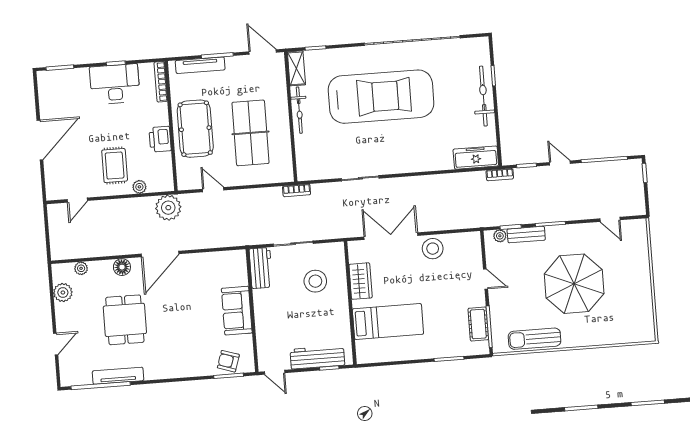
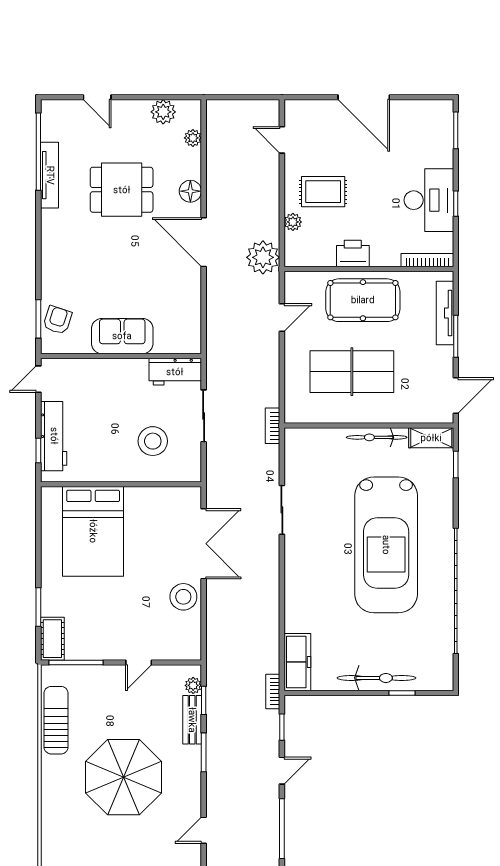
wardrobe: (361, 281) -> (148, 500), removed
bed: (388, 321) -> (93, 531), width x1.50
cot: (478, 324) -> (52, 639), moved, turned 90

